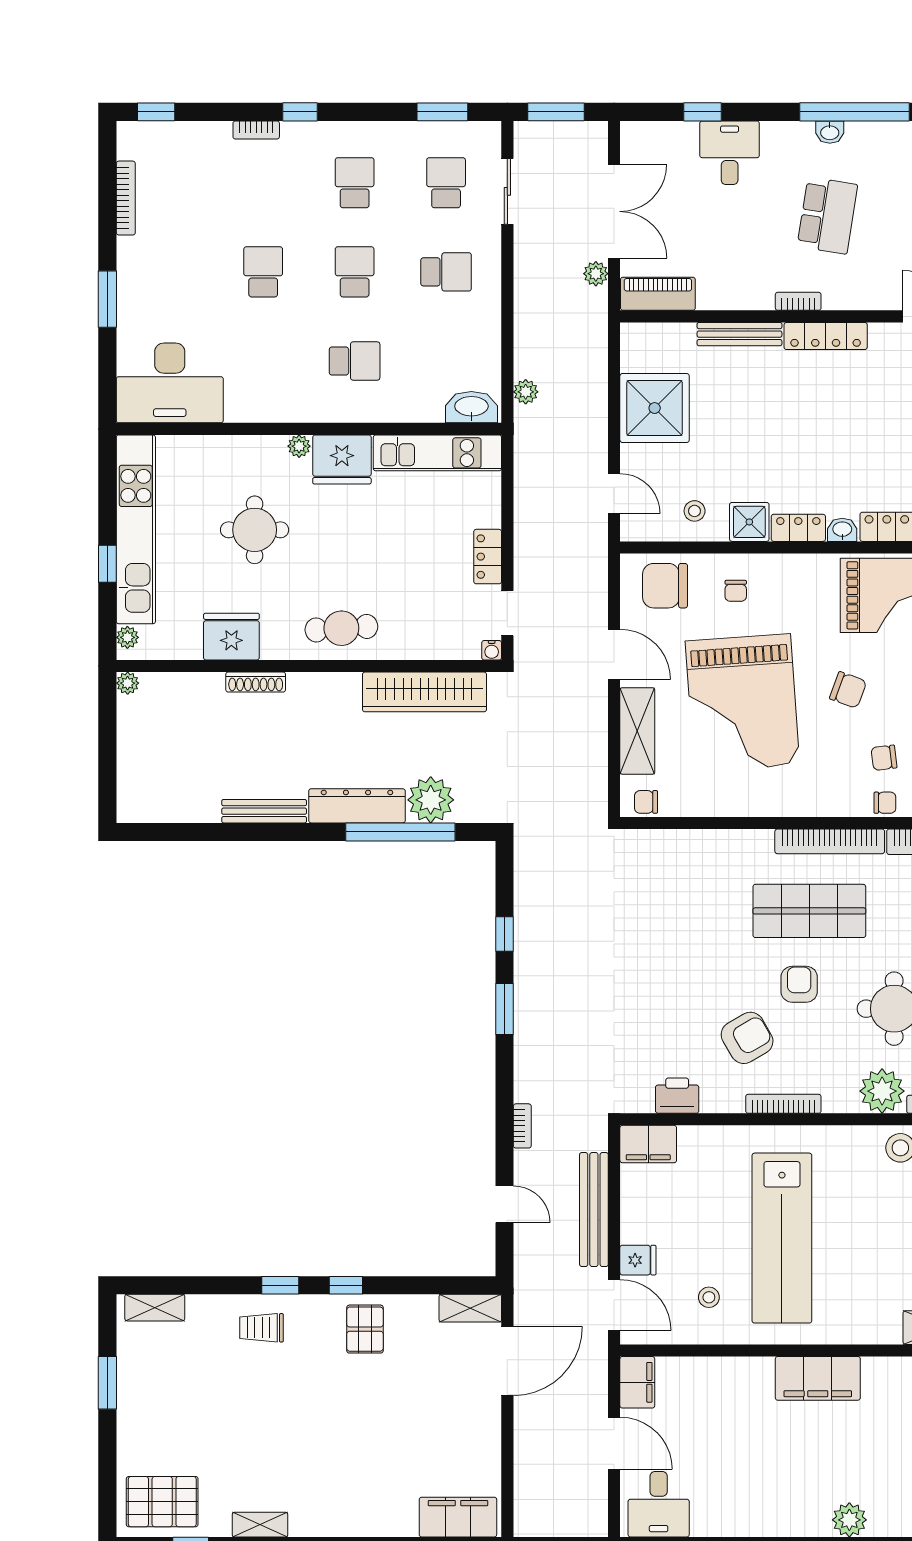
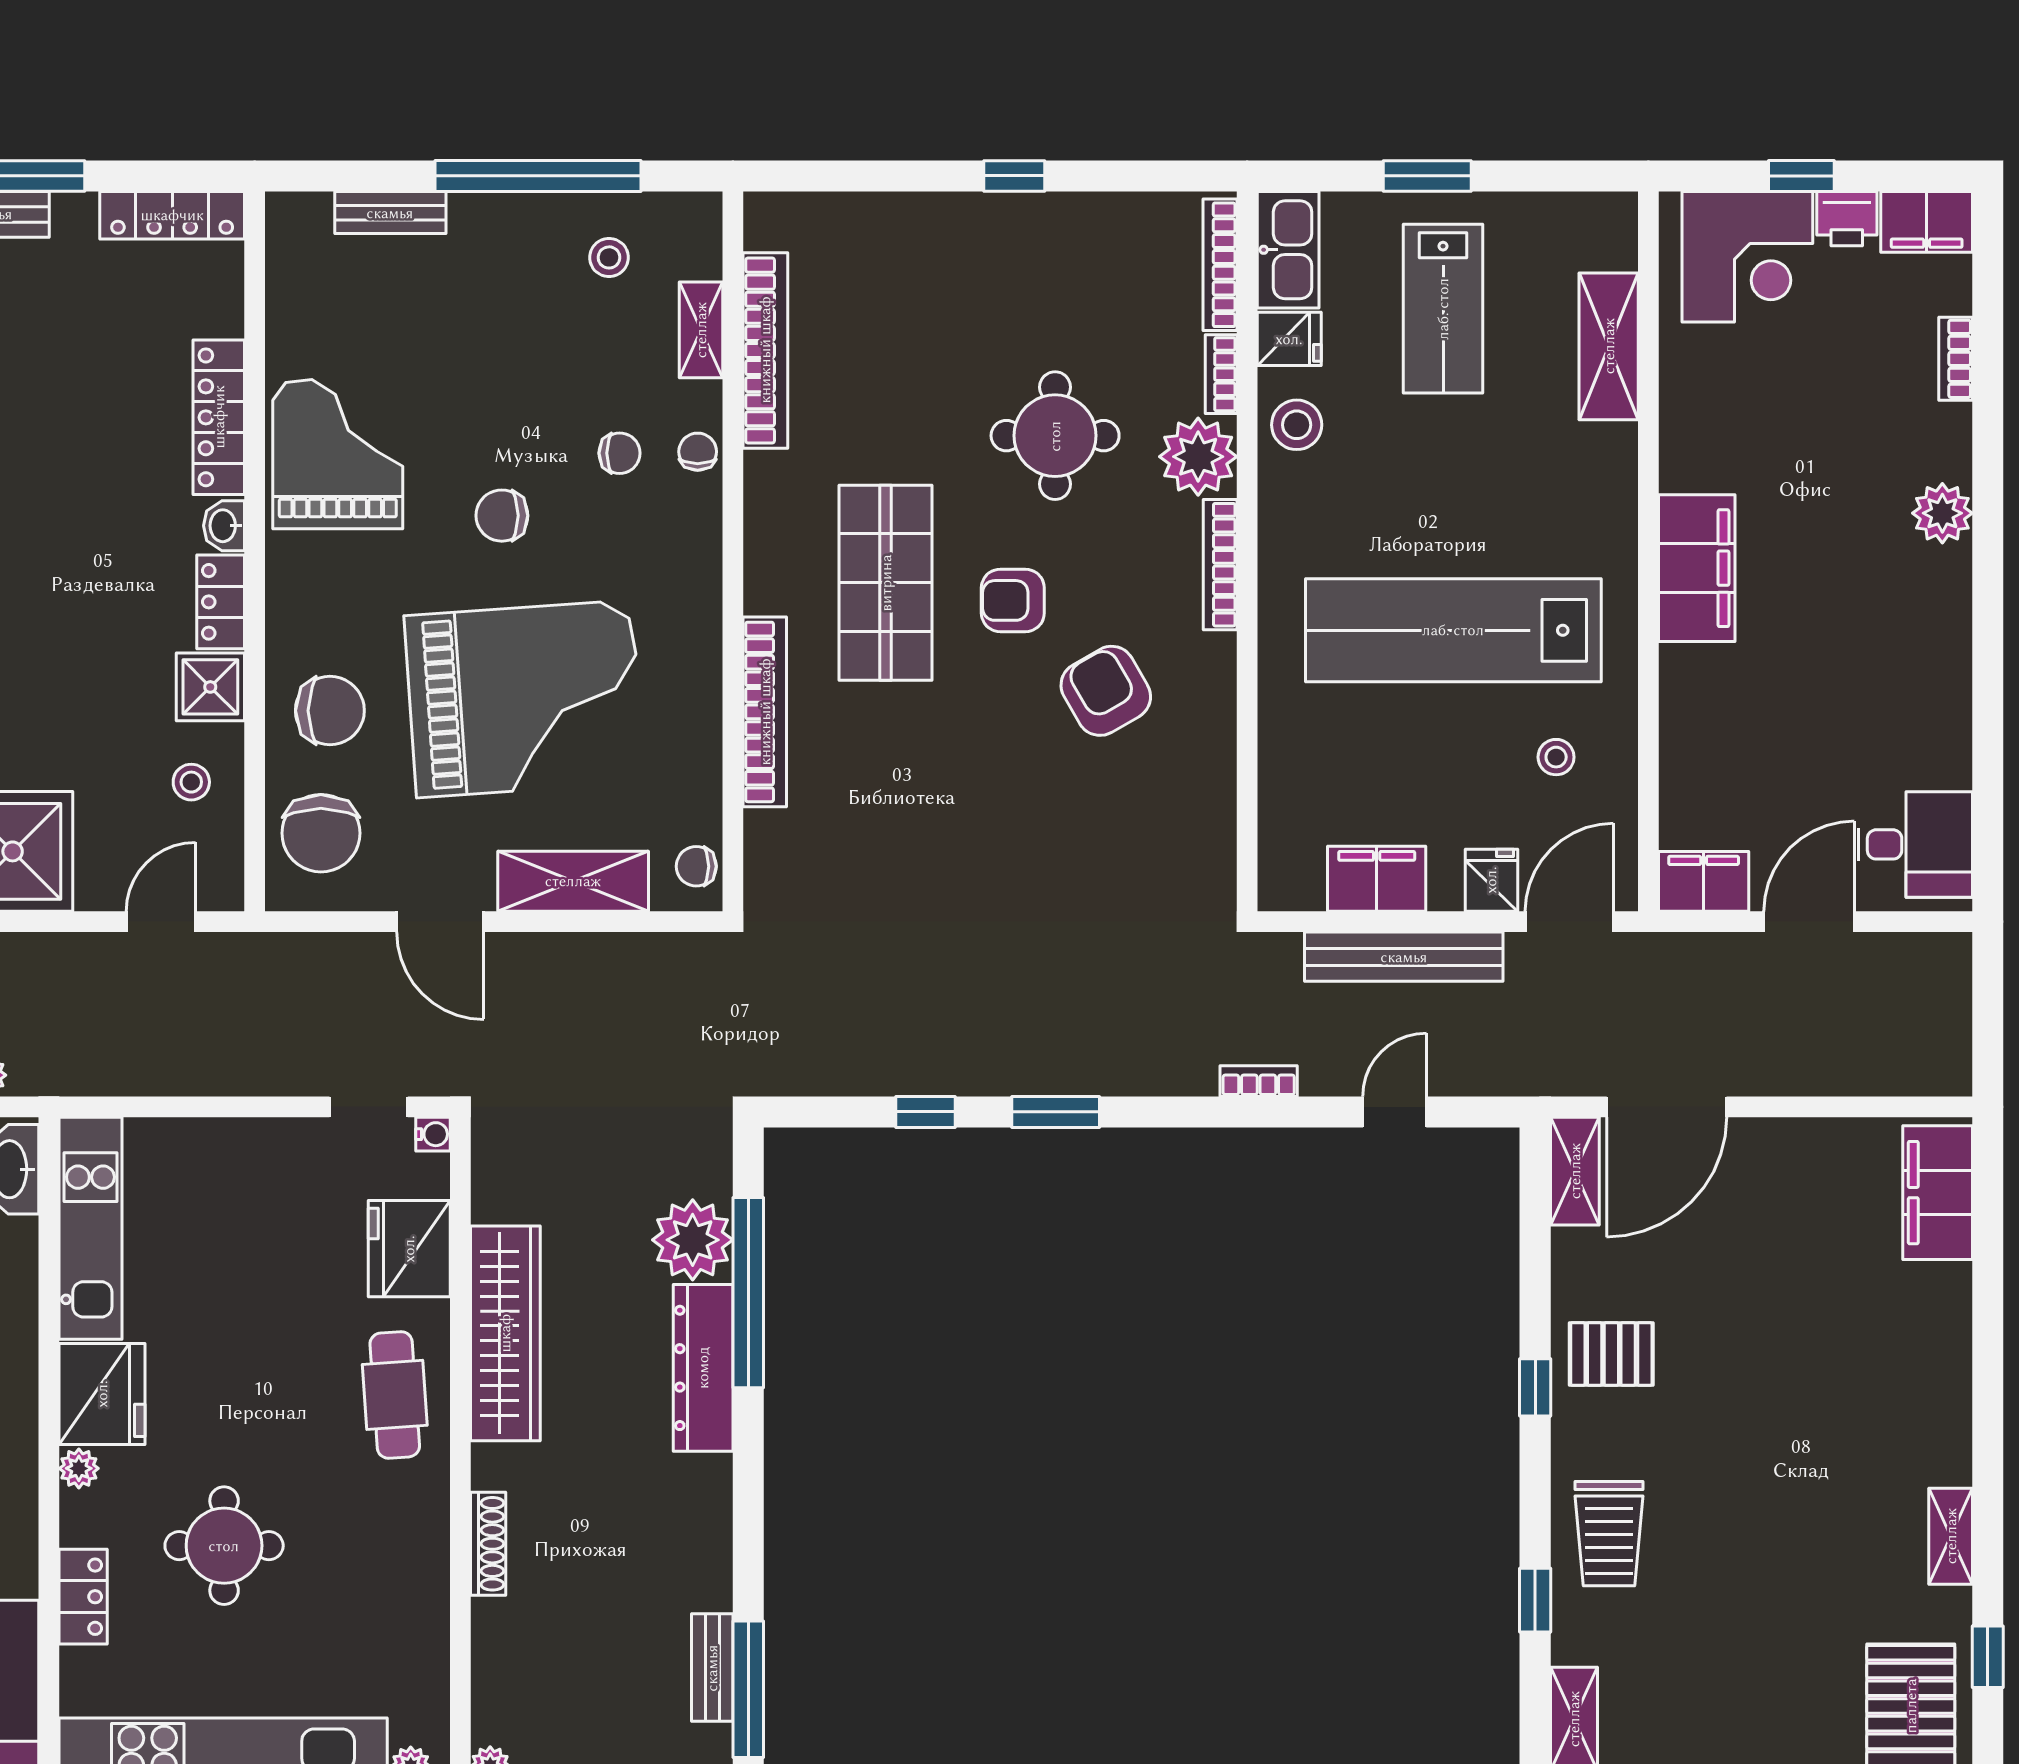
locker: (488, 557) -> (83, 1597), moved, turned -90
chair: (736, 591) -> (330, 711), width x1.87, depth x1.87
fridge: (231, 637) -> (409, 1249), moved
door: (614, 654) -> (440, 922), swing flipped
chair: (848, 690) -> (502, 516), turned -110
wardrobe: (424, 692) -> (505, 1333), moved
chair: (884, 758) -> (620, 453), turned -83
chair: (646, 802) -> (696, 866), turned 90
bench: (264, 811) -> (712, 1668), moved, width x0.73
window: (172, 832) -> (748, 1689), added
bookcase: (830, 841) -> (765, 712), moved
printer: (677, 1096) -> (1206, 812), removed
bookcase: (783, 1104) -> (1220, 565), moved
filing cabinet: (648, 1144) -> (1377, 879), moved, turned -90
lab bench: (782, 1238) -> (1453, 630), turned 180
window: (280, 1285) -> (1535, 1600), moved
trolley: (262, 1328) -> (1609, 1534), width x1.36, depth x1.39
door: (507, 1361) -> (1667, 1107), swing flipped

